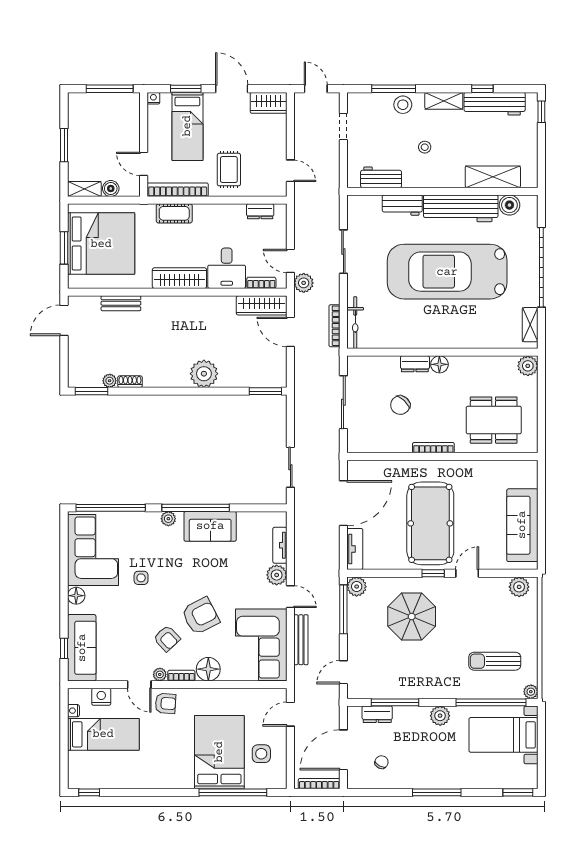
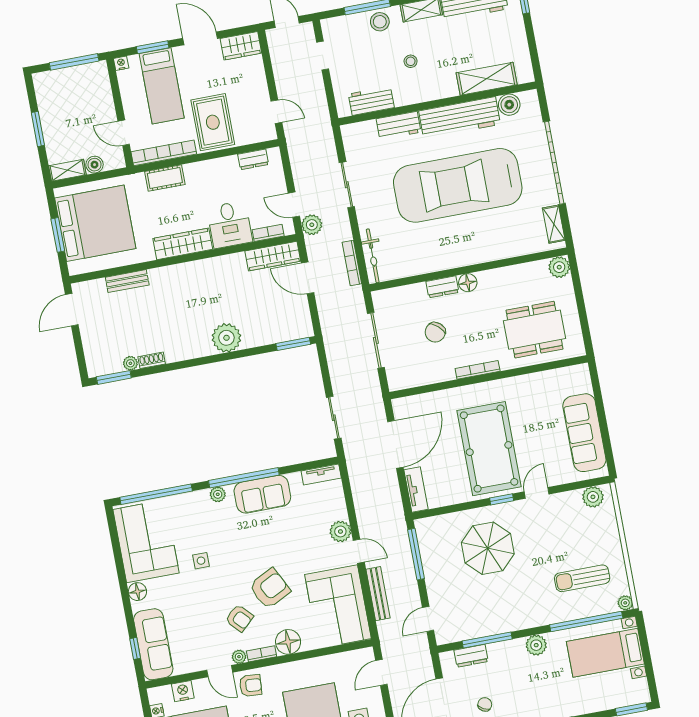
rug: (229, 170) -> (213, 122), width x1.36, depth x1.43
tv unit: (280, 545) -> (321, 475), moved, turned -90
plant: (357, 587) -> (425, 528), removed

